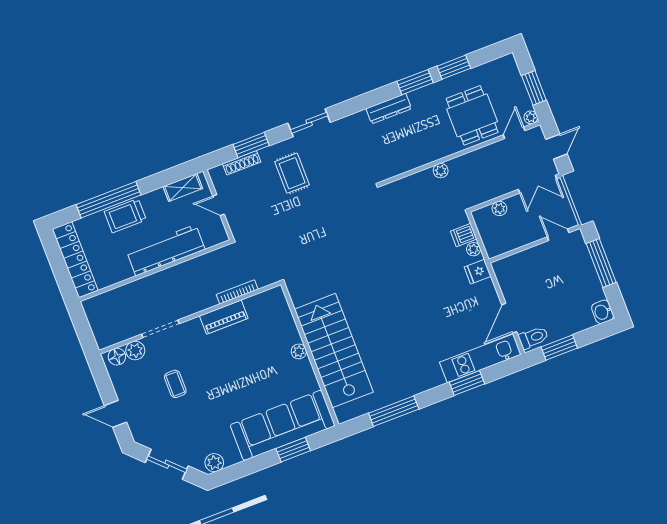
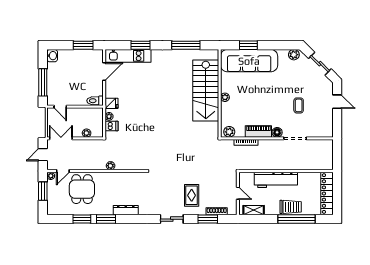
toilet: (533, 338) -> (95, 101), moved
plant: (135, 350) -> (229, 132), moved
floor lamp: (117, 357) -> (277, 132), moved

